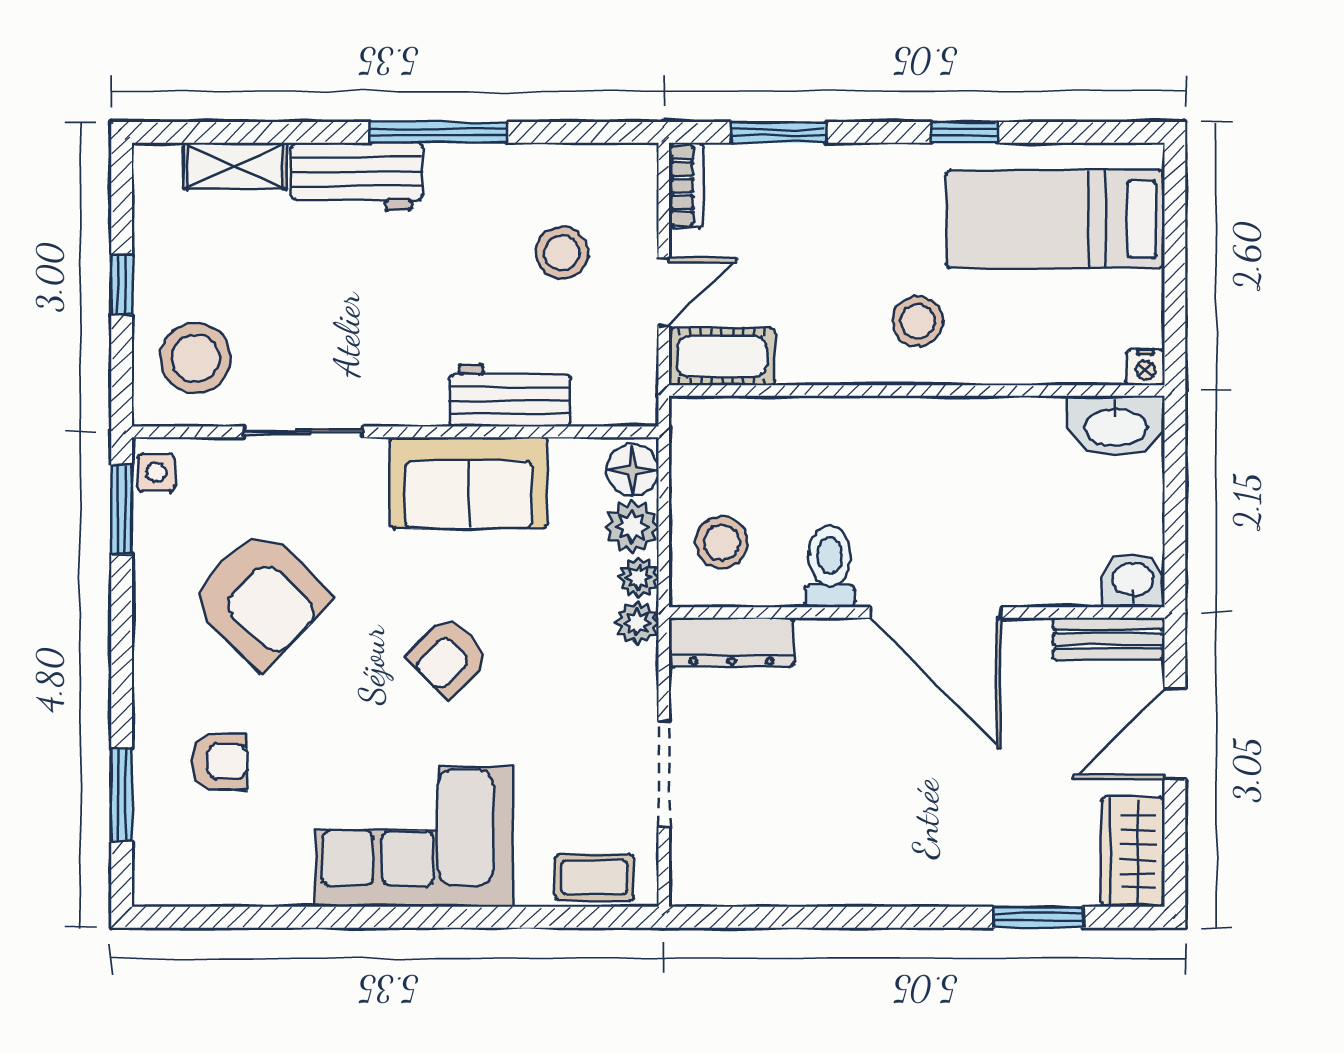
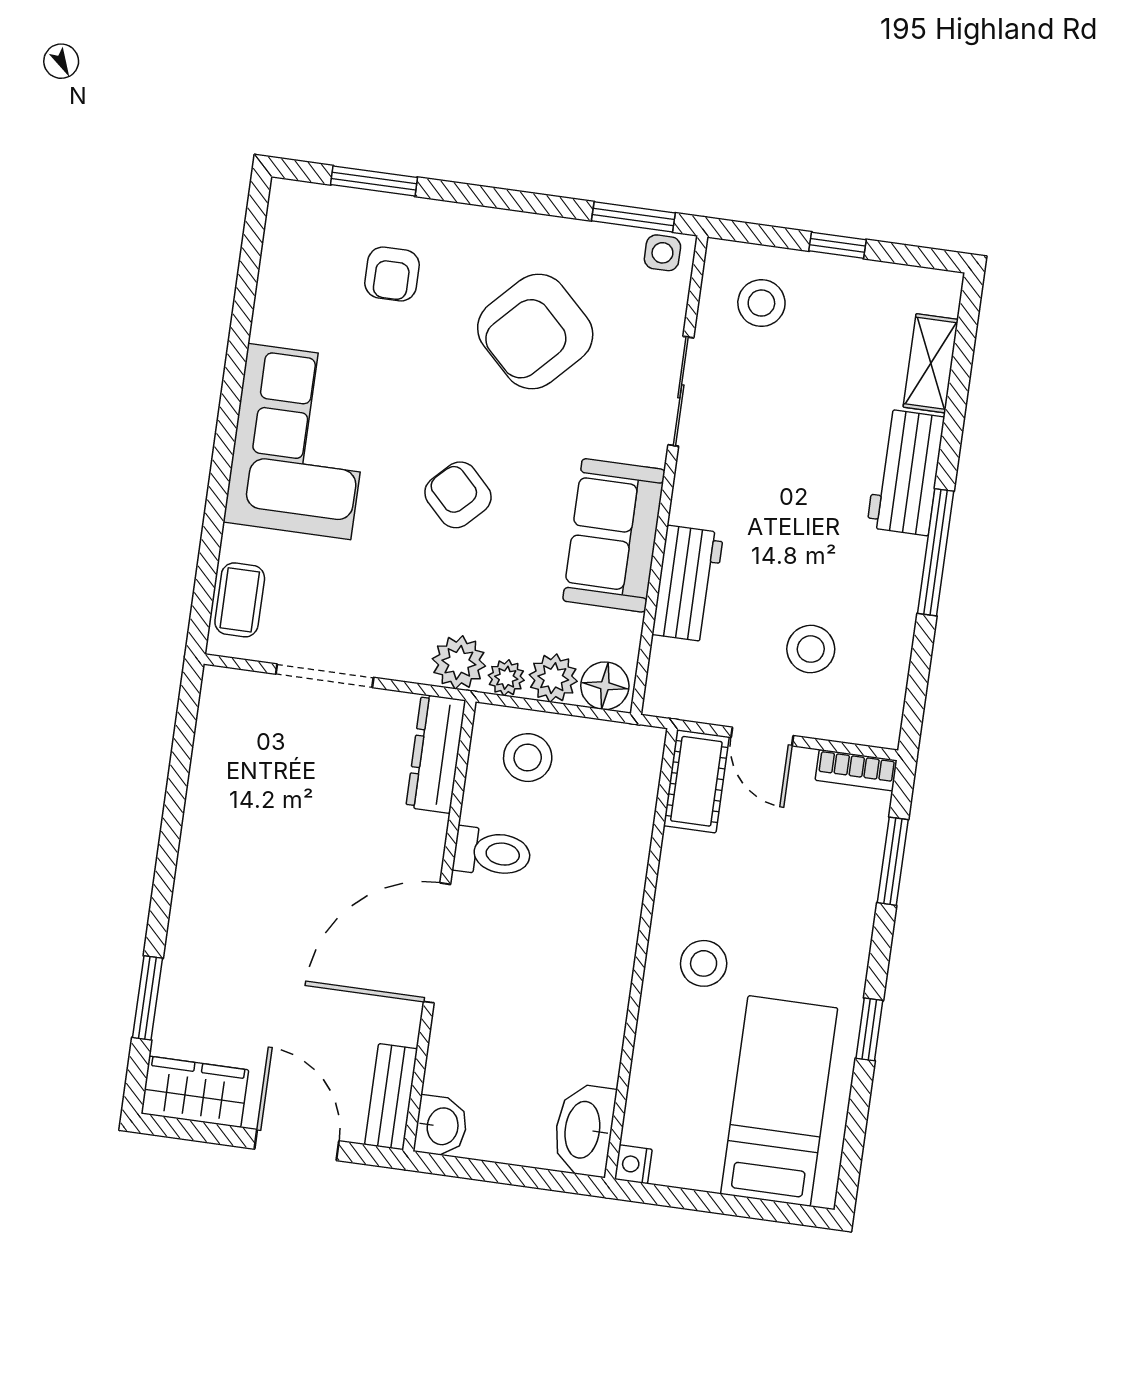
stool: (195, 358) -> (761, 303), width x0.73, depth x0.73
plant: (637, 623) -> (459, 662), width x1.38, depth x1.38

